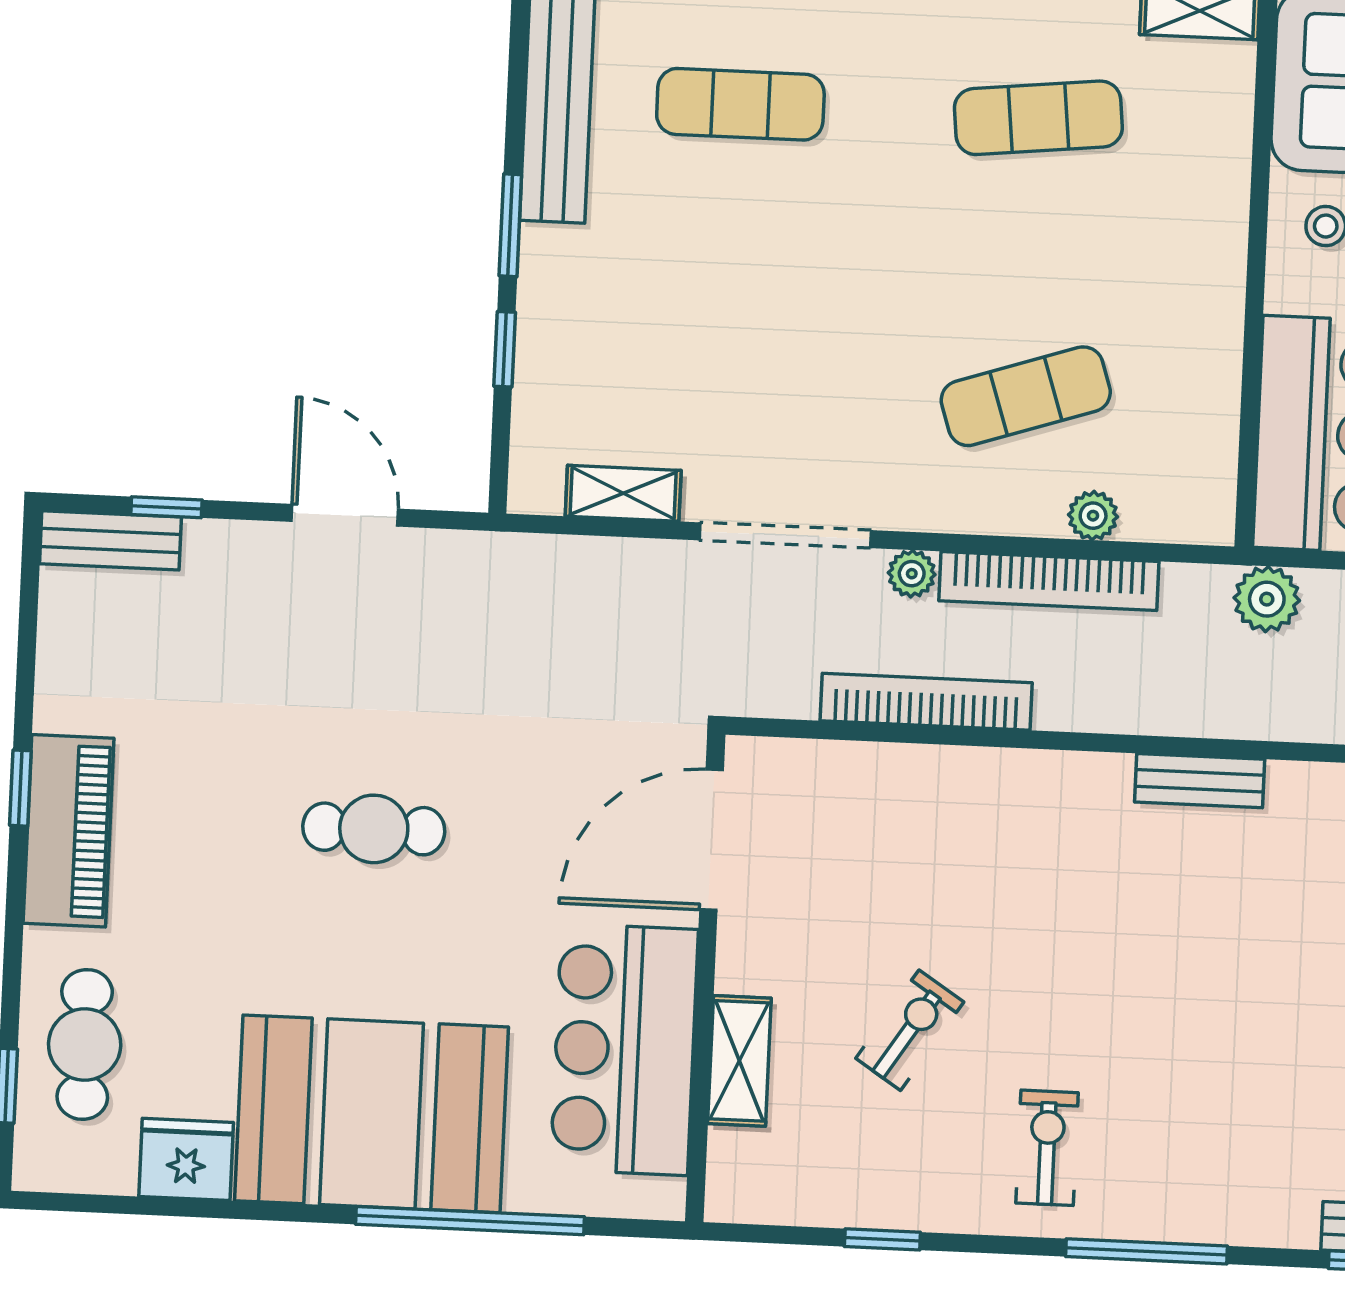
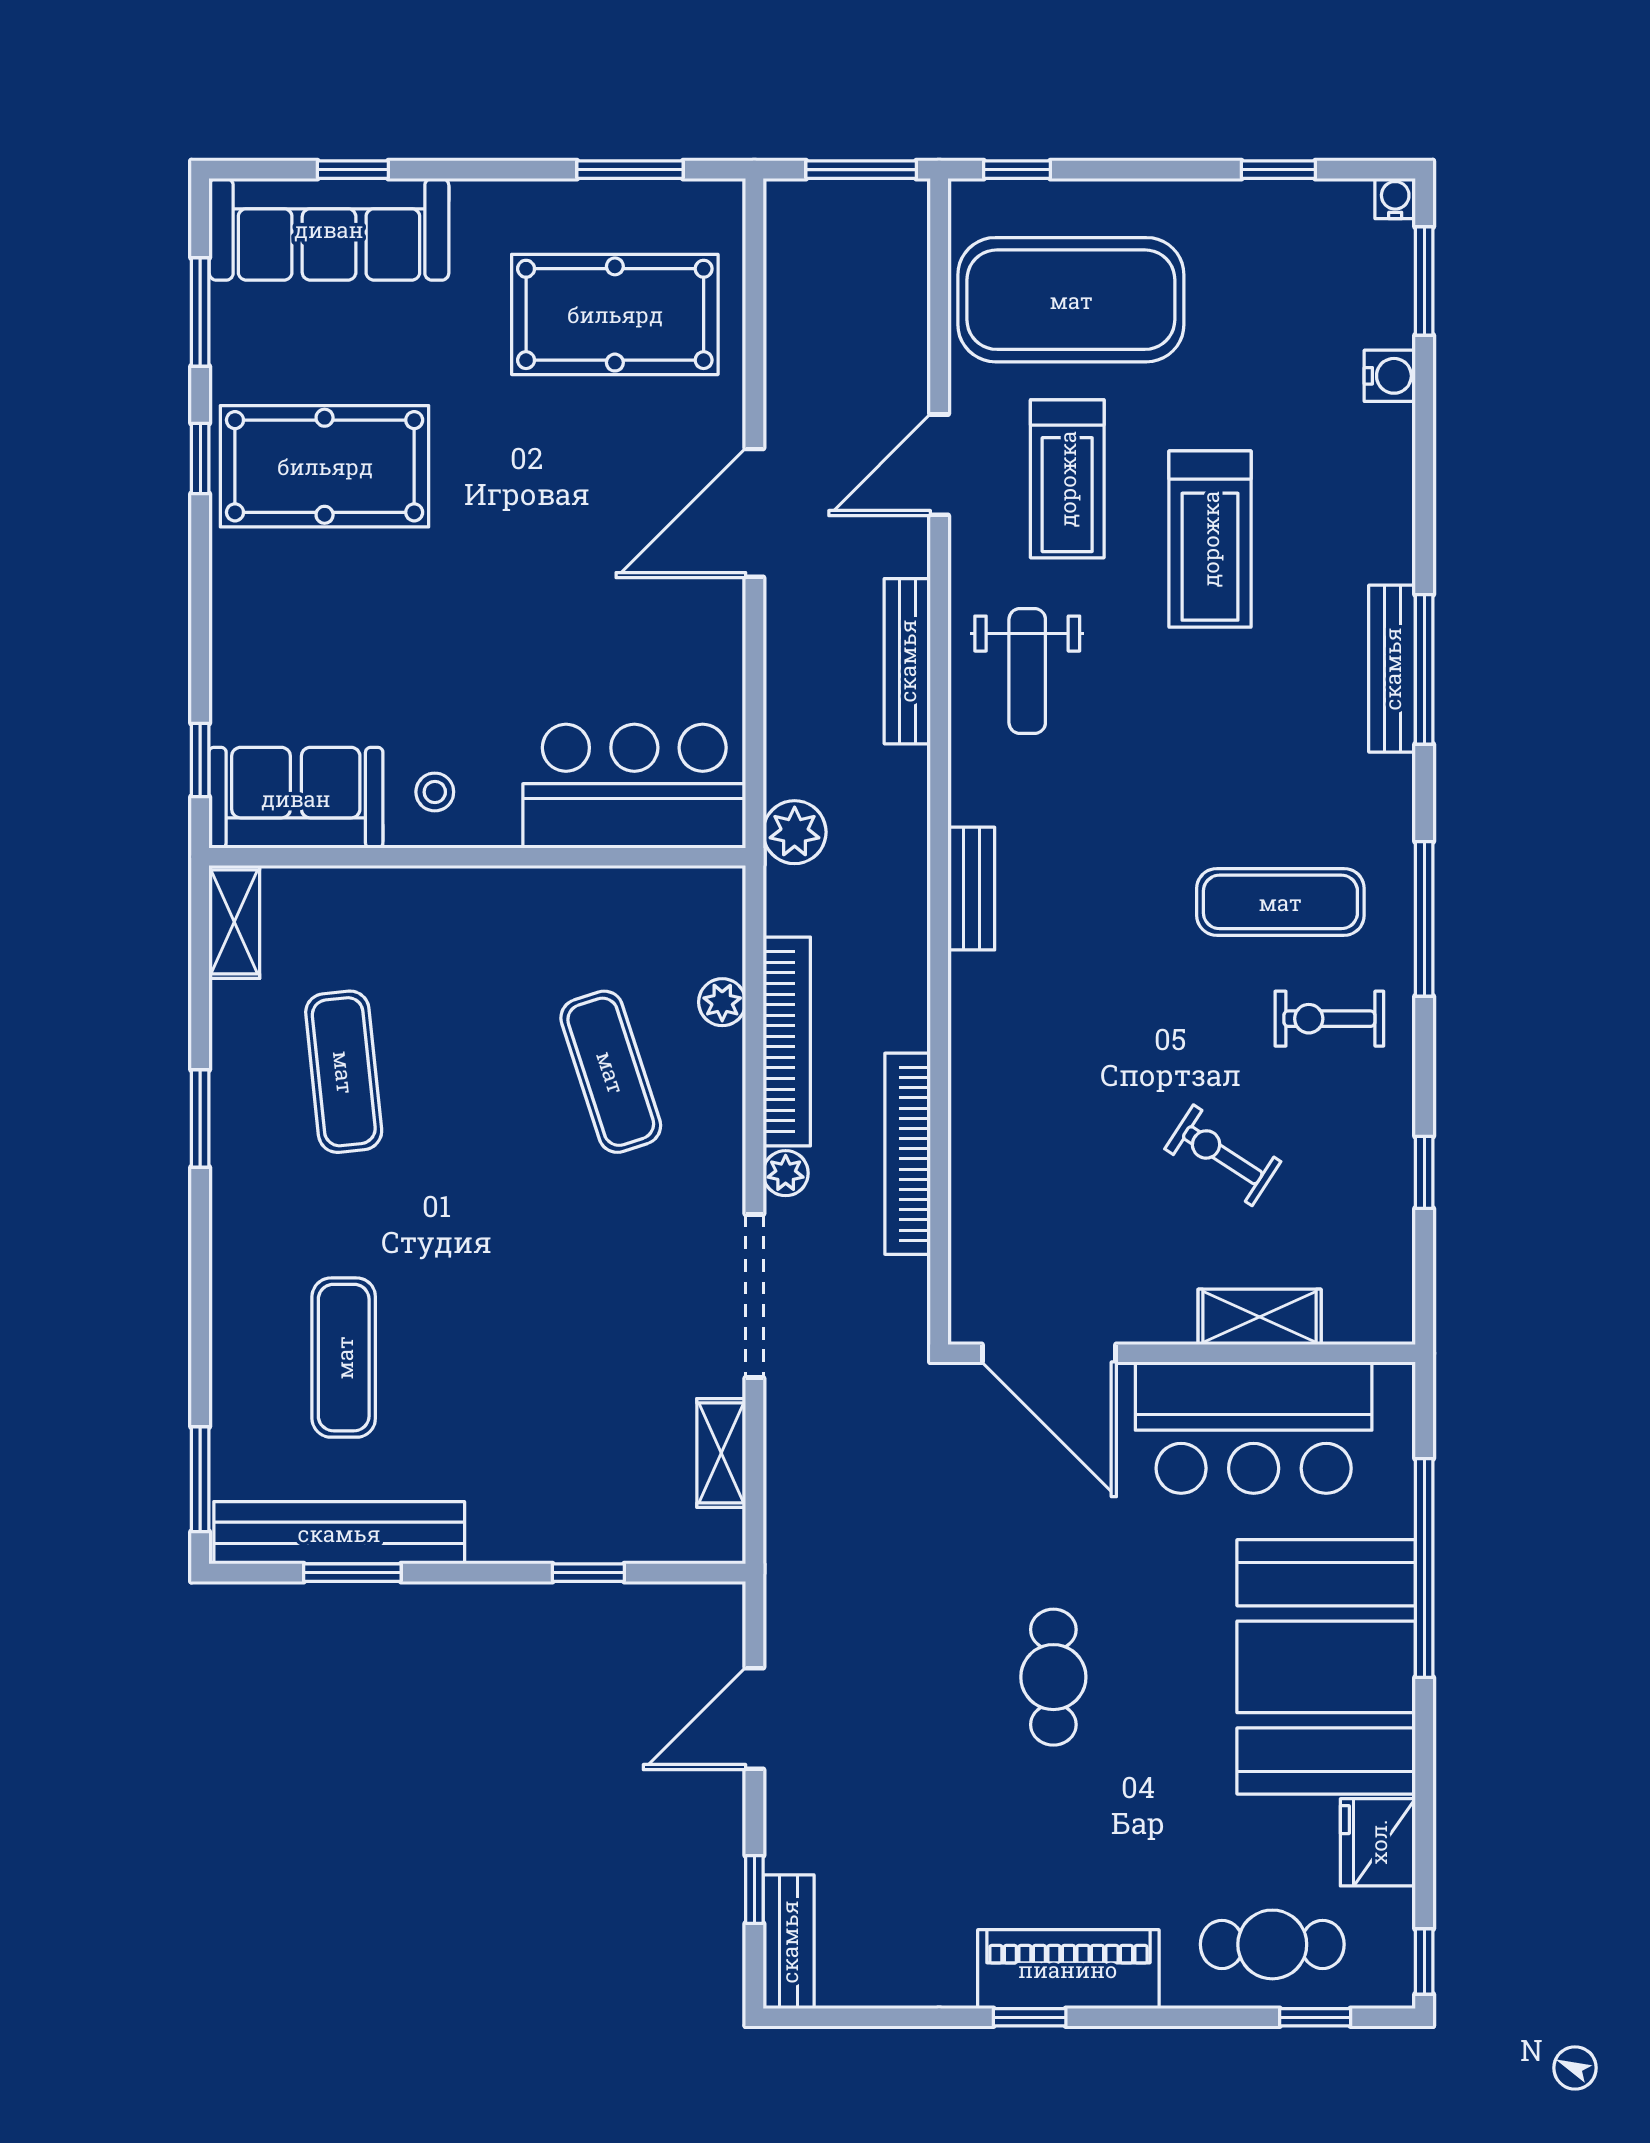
window: (510, 225) -> (352, 1573), moved
exercise mat: (1171, 1102) -> (1280, 902), added
window: (60, 1202) -> (1424, 1962), added

